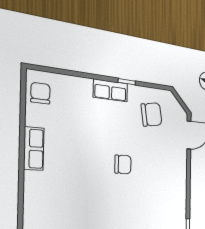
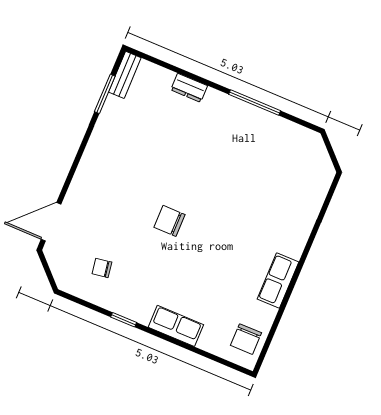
row of seats: (111, 90) -> (176, 326), moved
chair: (152, 114) -> (102, 268), width x0.54, depth x0.54

